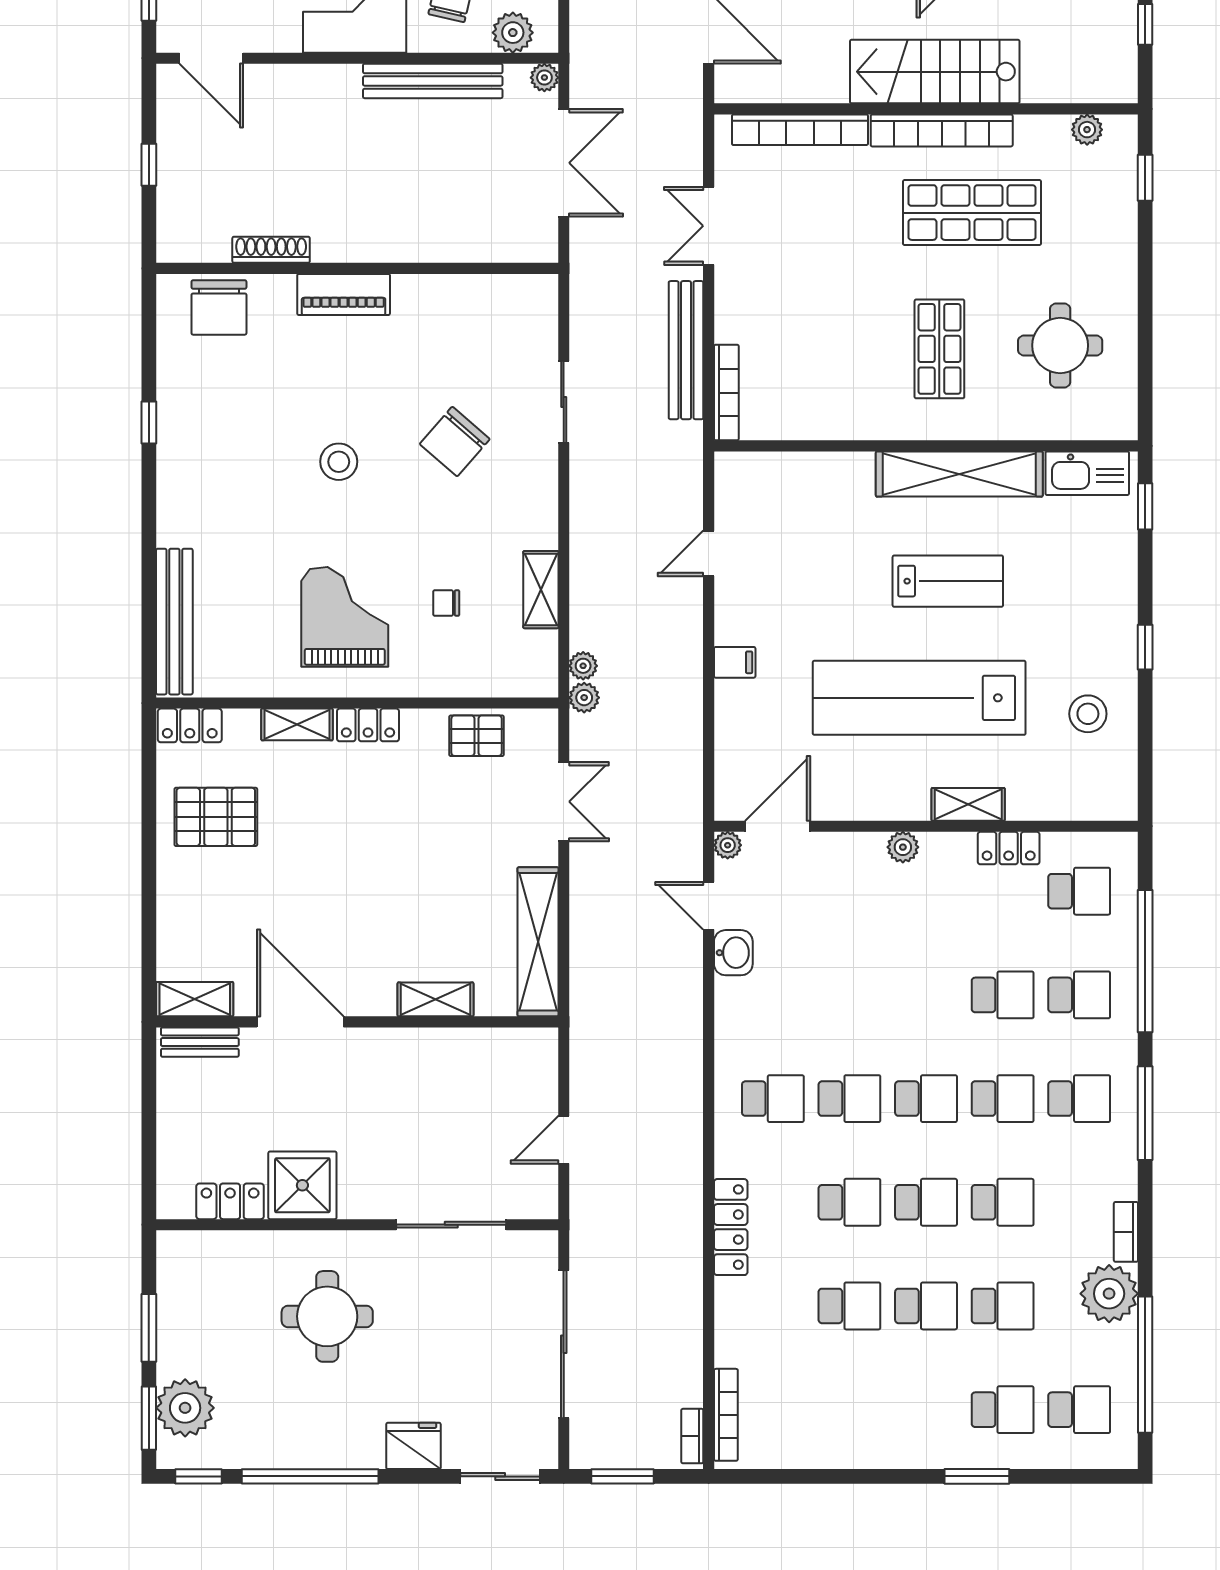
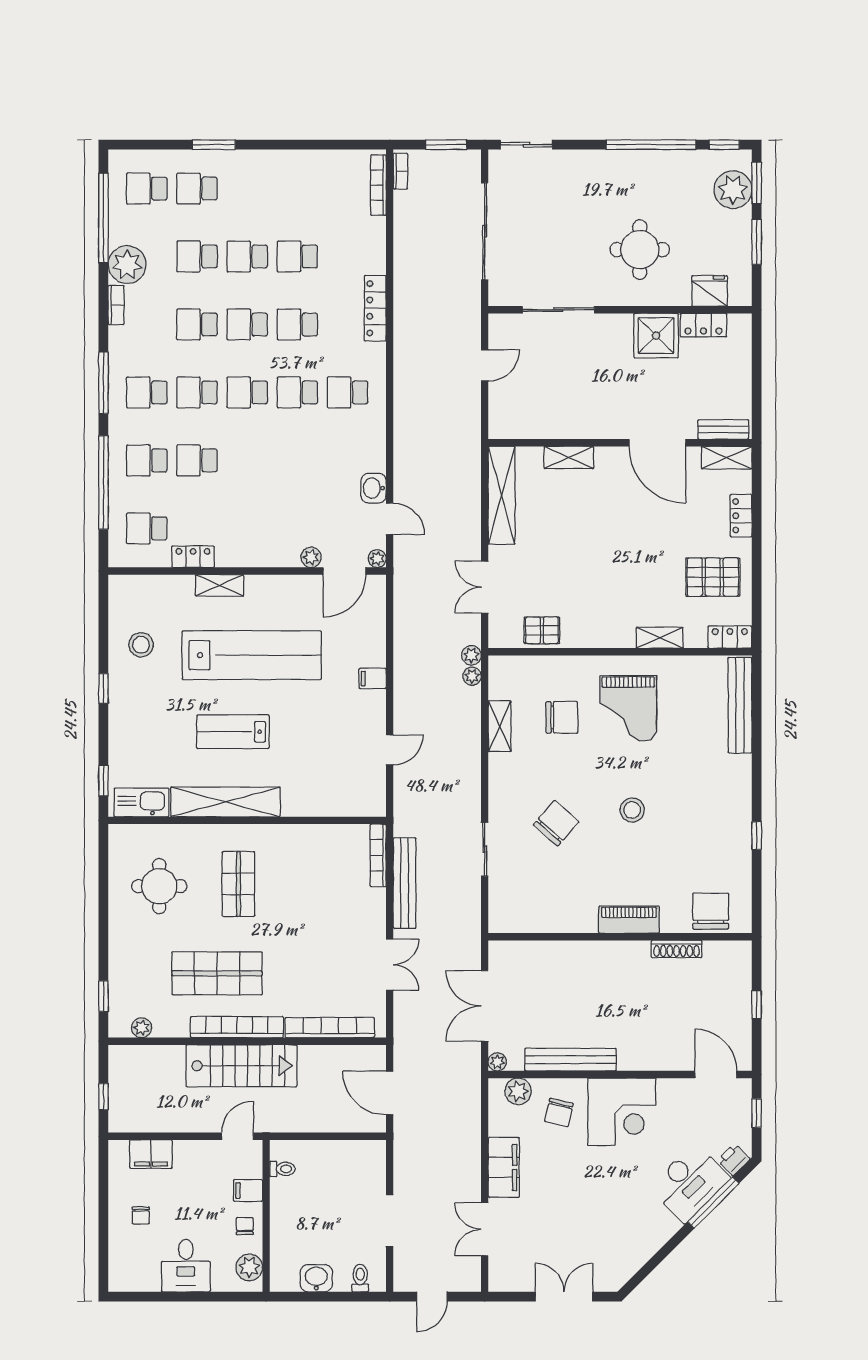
chair: (446, 603) -> (562, 717), width x1.87, depth x1.87
locker: (368, 725) -> (741, 516), moved, turned -90
plant: (903, 847) -> (311, 557), moved
fridge: (413, 1446) -> (710, 291), moved, turned 180

